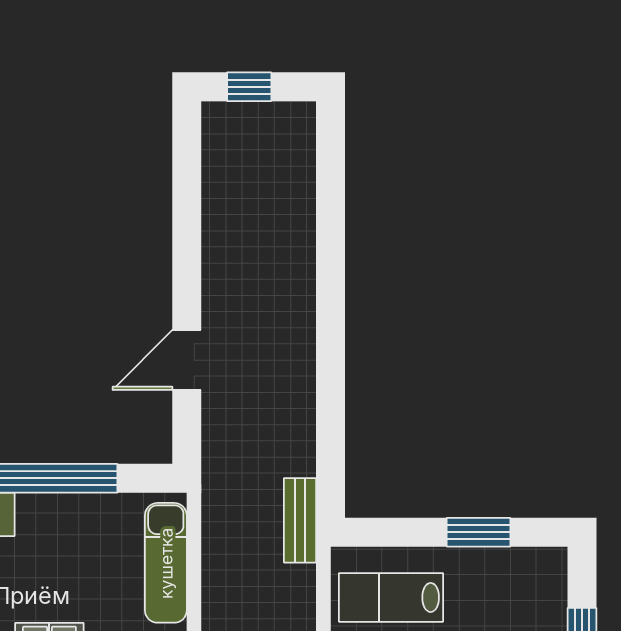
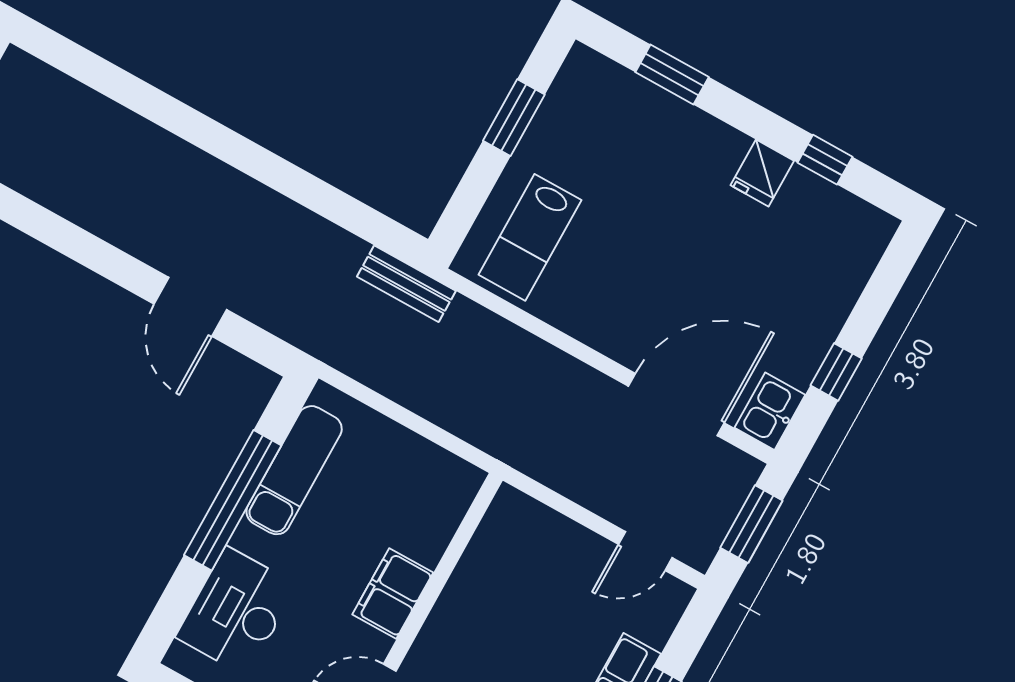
exam couch: (166, 563) -> (294, 470), moved, turned -90

